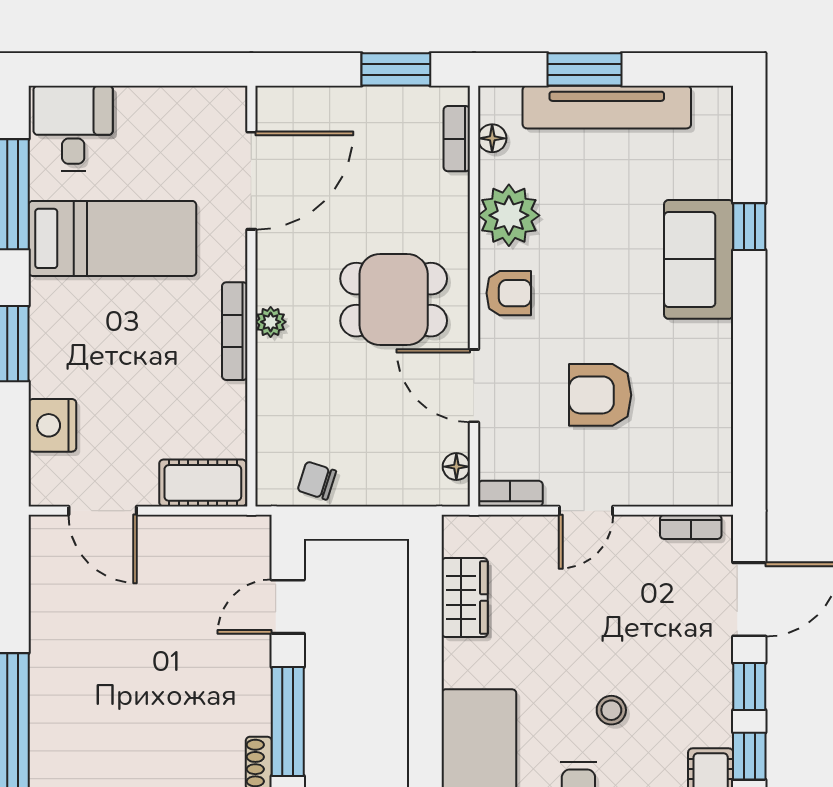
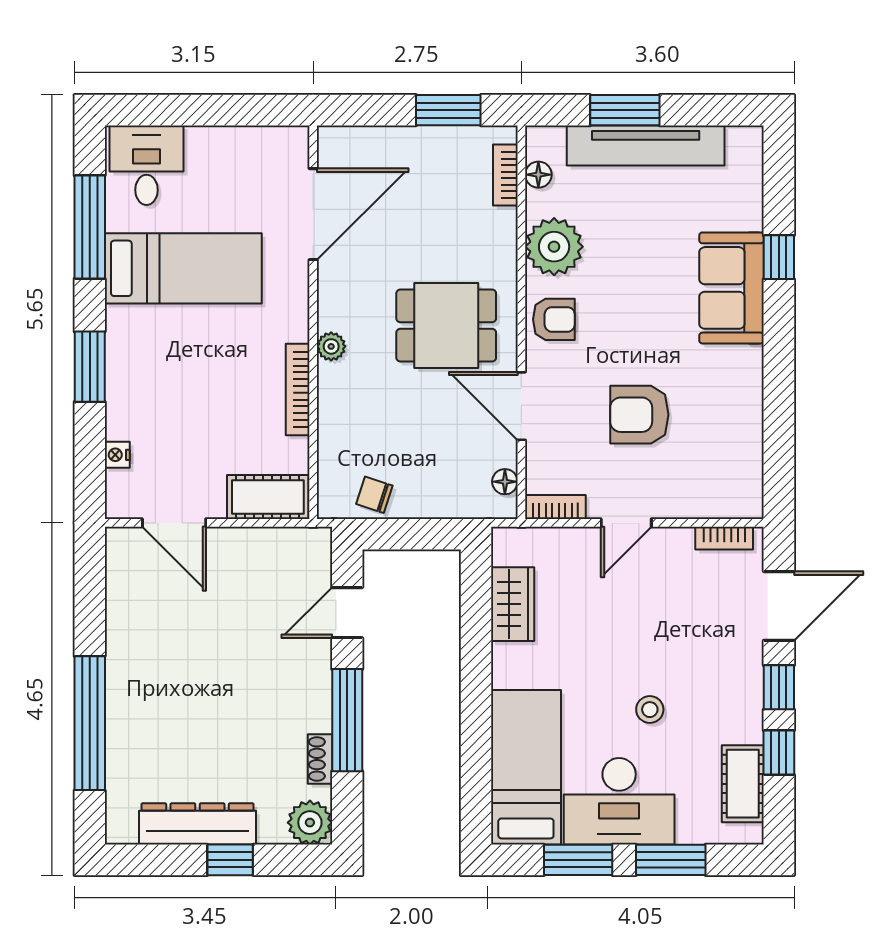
bookcase: (235, 331) -> (298, 389), moved
nightstand: (52, 425) -> (117, 455), width x0.53, depth x0.56

